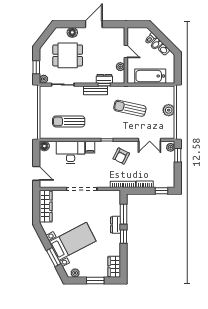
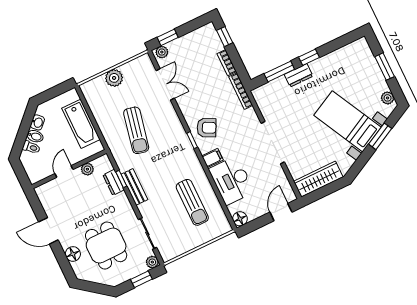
armchair: (121, 156) -> (207, 128), moved
wardrobe: (114, 267) -> (355, 50), removed

